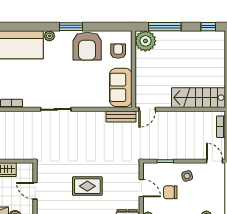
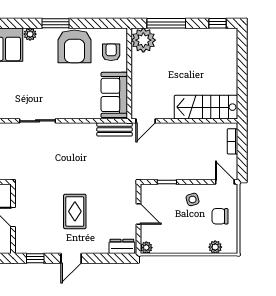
rug: (87, 186) -> (75, 211), turned 90
chair: (170, 192) -> (220, 216), moved

